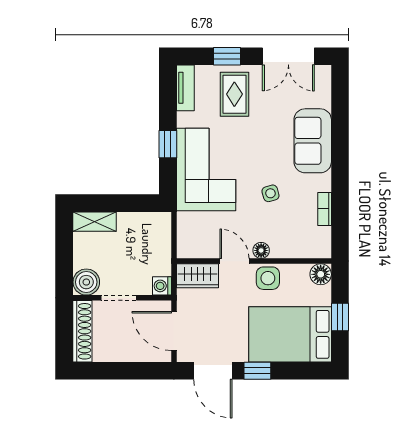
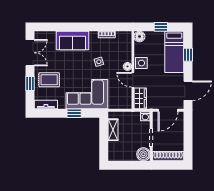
shelving: (94, 222) -> (113, 130), moved
door: (234, 261) -> (133, 80), hinge flipped
bed: (290, 334) -> (174, 52), width x0.67
window: (257, 371) -> (188, 55), moved

